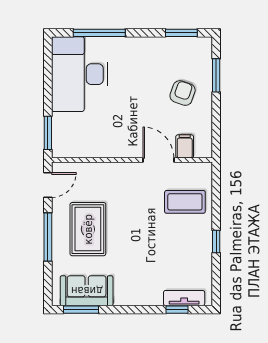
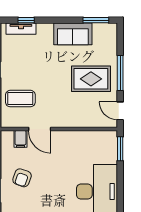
door: (48, 185) -> (120, 111), hinge flipped
rug: (88, 229) -> (91, 79), turned 90
sofa: (87, 291) -> (73, 34), moved

